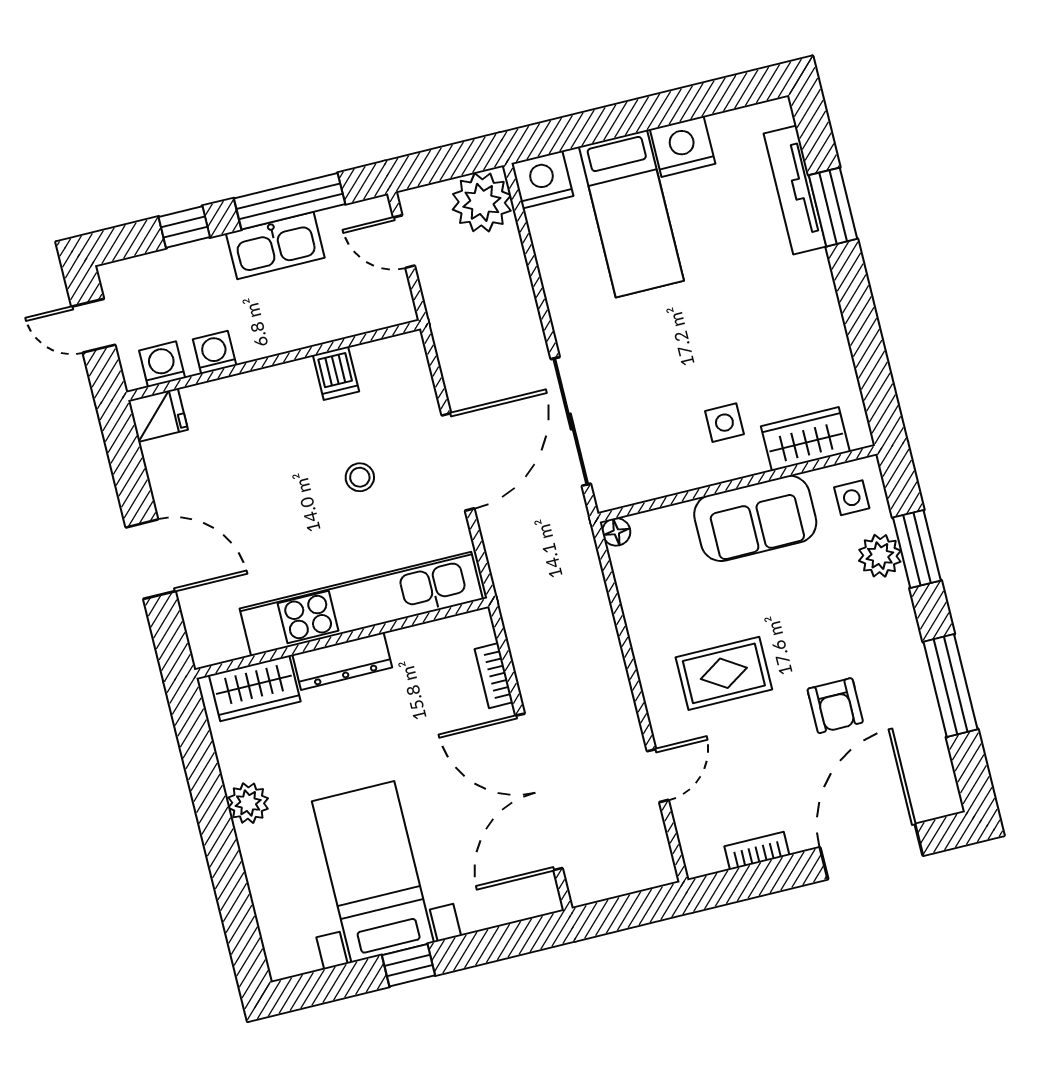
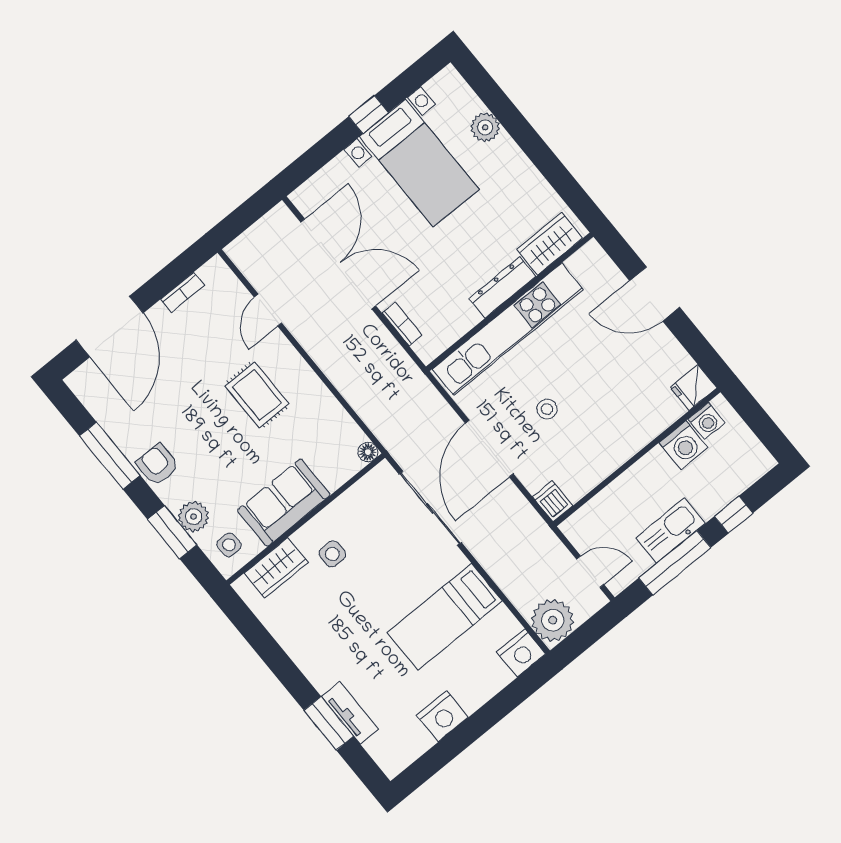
tv unit: (795, 190) -> (350, 713), width x0.71
bed: (631, 214) -> (445, 617), moved, turned -90
door: (93, 326) -> (762, 425), removed
washing machine: (215, 352) -> (683, 445), width x1.38, depth x1.38
dishwasher: (336, 373) -> (552, 501), moved
rug: (724, 673) -> (257, 395), turned 90
armchair: (835, 706) -> (158, 465), moved
plant: (248, 803) -> (485, 127), moved

